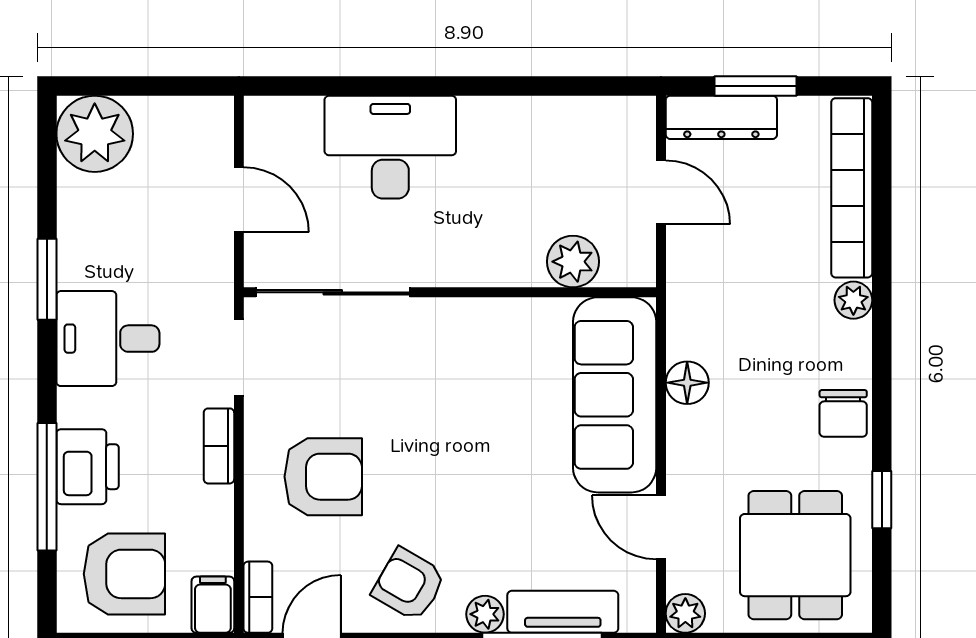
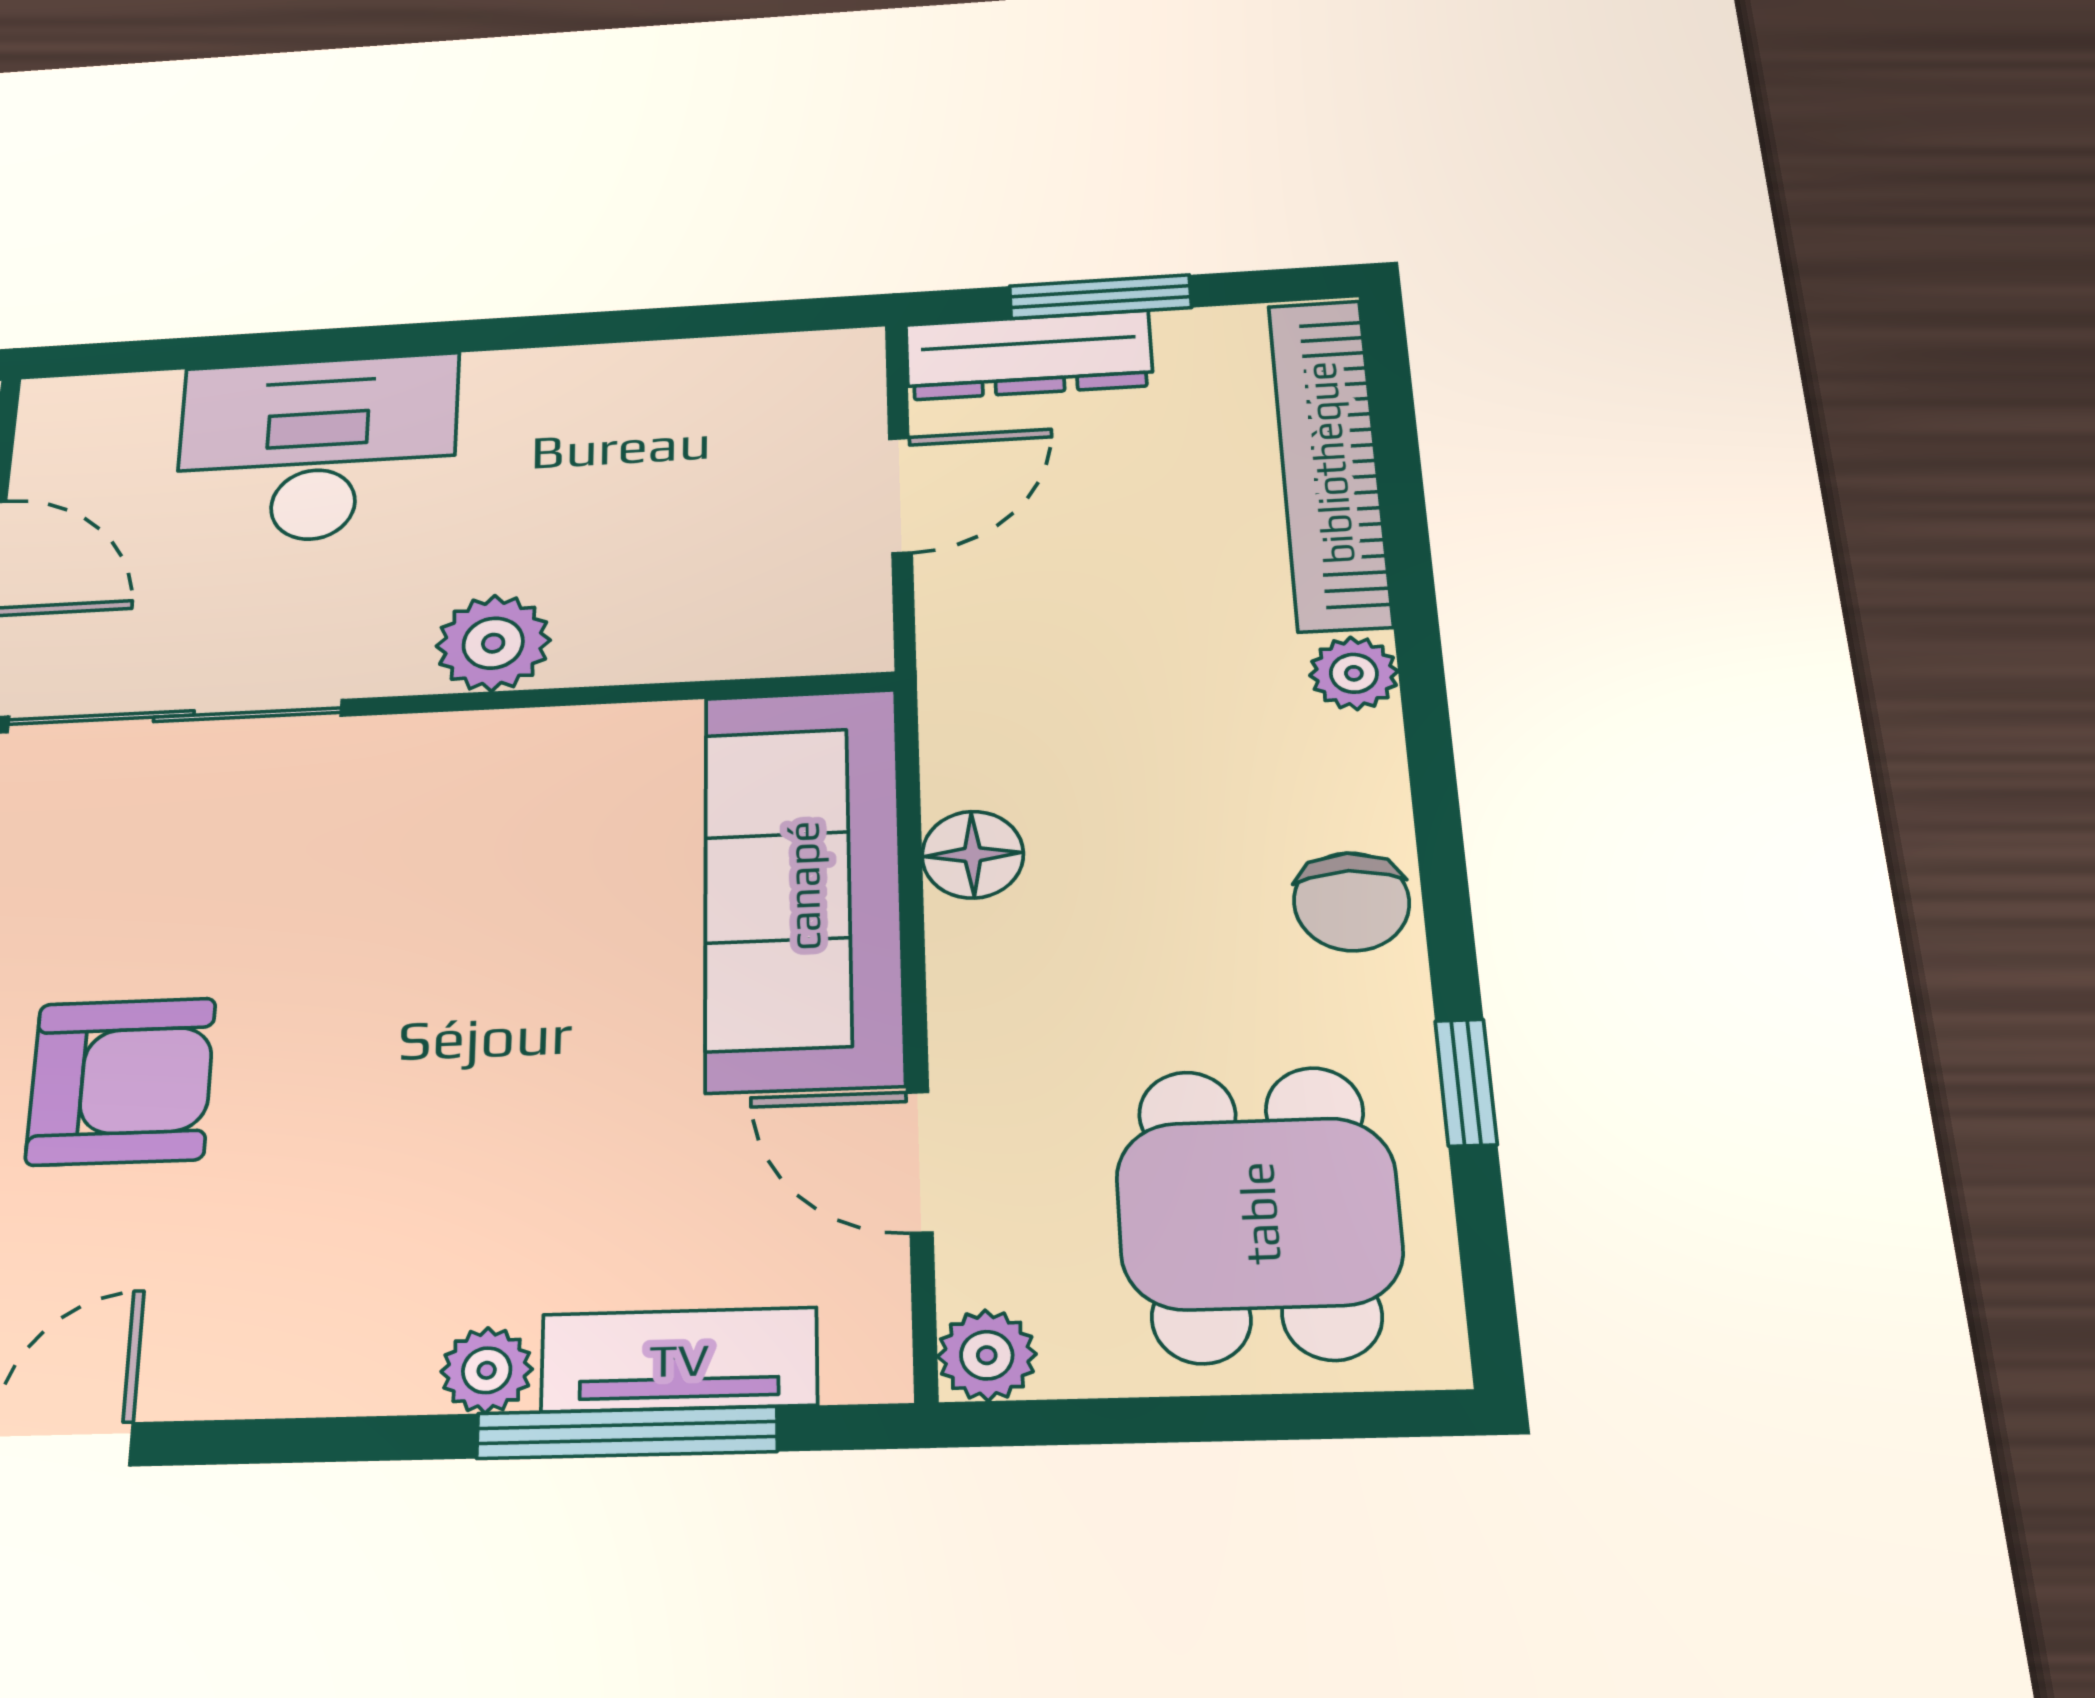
door: (661, 192) -> (900, 495), hinge flipped
plant: (573, 262) -> (493, 643), moved
armchair: (409, 584) -> (305, 1308), removed

